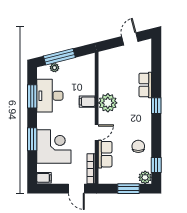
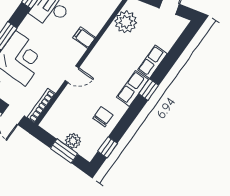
plant: (108, 103) -> (126, 22), moved
row of seats: (105, 154) -> (133, 88), moved, turned 180
plant: (145, 177) -> (73, 141), moved

